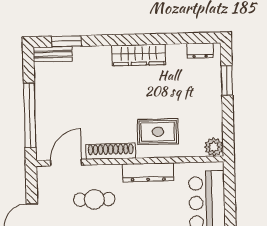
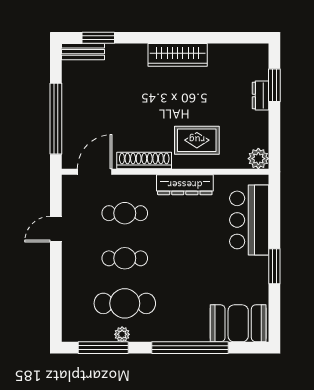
dresser: (200, 51) -> (261, 95), moved, turned 90

